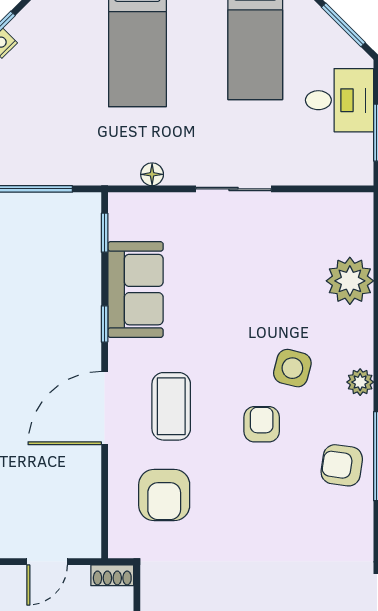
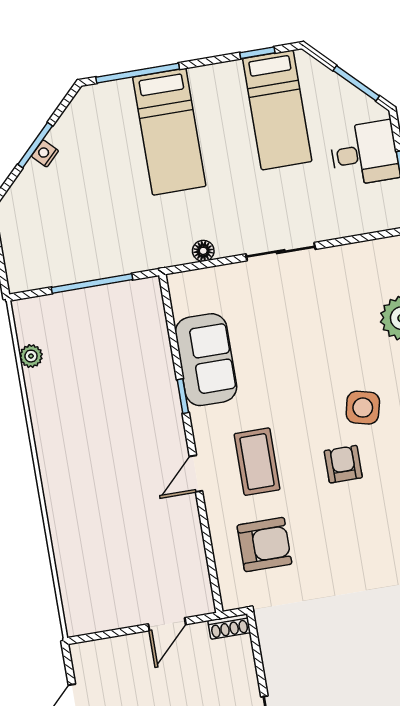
window: (105, 233) -> (169, 312), removed
door: (105, 408) -> (196, 474), width x0.53
armchair: (164, 495) -> (264, 545), turned -90

